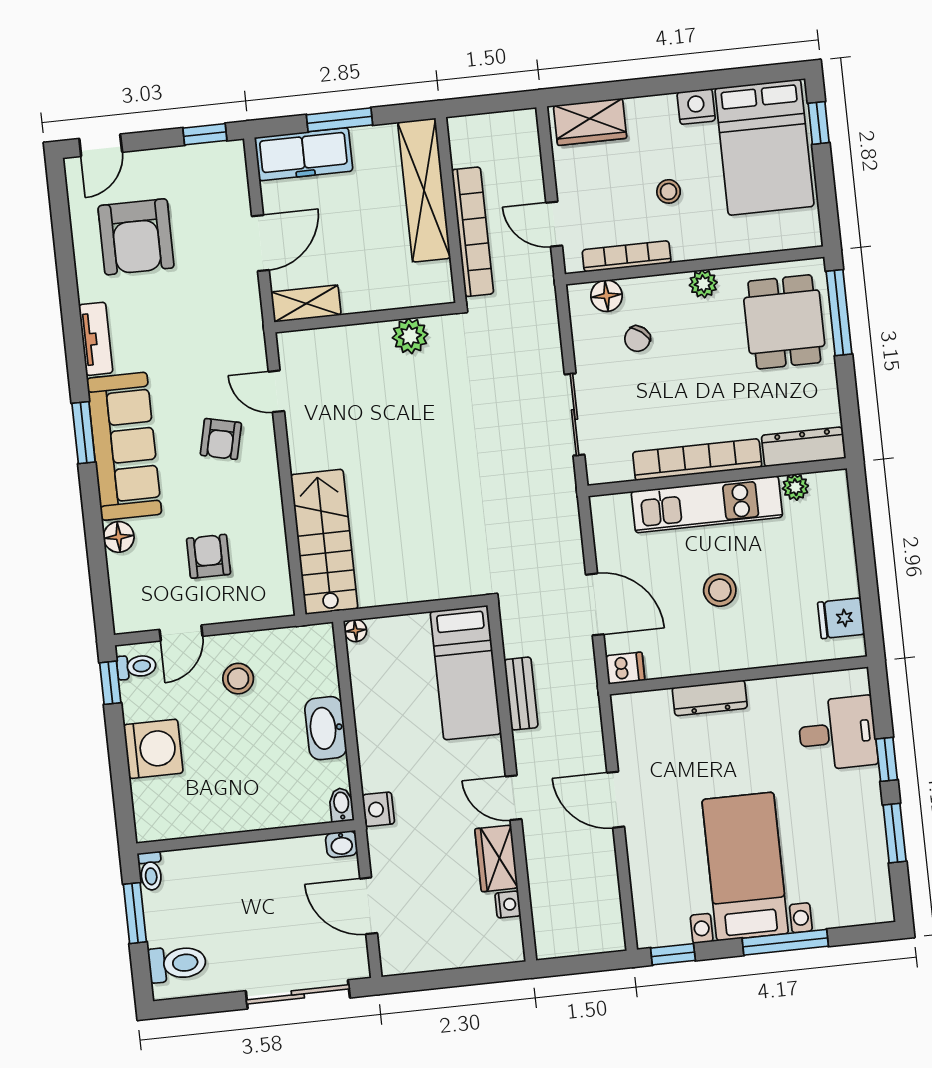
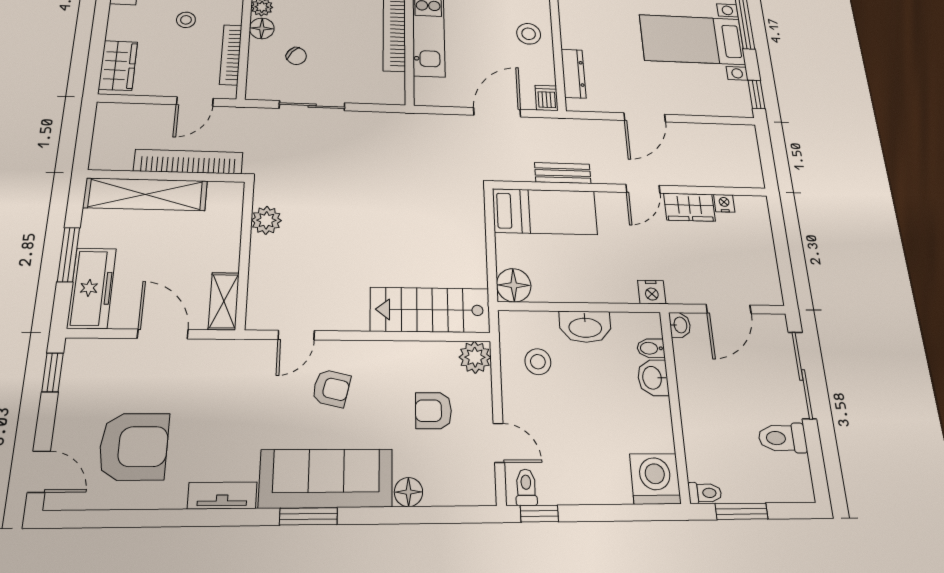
floor lamp: (606, 296) -> (262, 28), moved
sliding door: (574, 415) -> (312, 106), moved
stool: (720, 590) -> (529, 34), moved
plant: (274, 599) -> (475, 357), added
floor lamp: (355, 631) -> (514, 285), width x1.89, depth x1.89
stool: (238, 679) -> (538, 362), moved
dresser: (710, 698) -> (573, 74), moved
washing machine: (153, 749) -> (655, 479), moved
bidet: (341, 805) -> (651, 348), moved
washbasin: (274, 811) -> (653, 378), added
toilet: (177, 963) -> (782, 438), moved, turned -90

